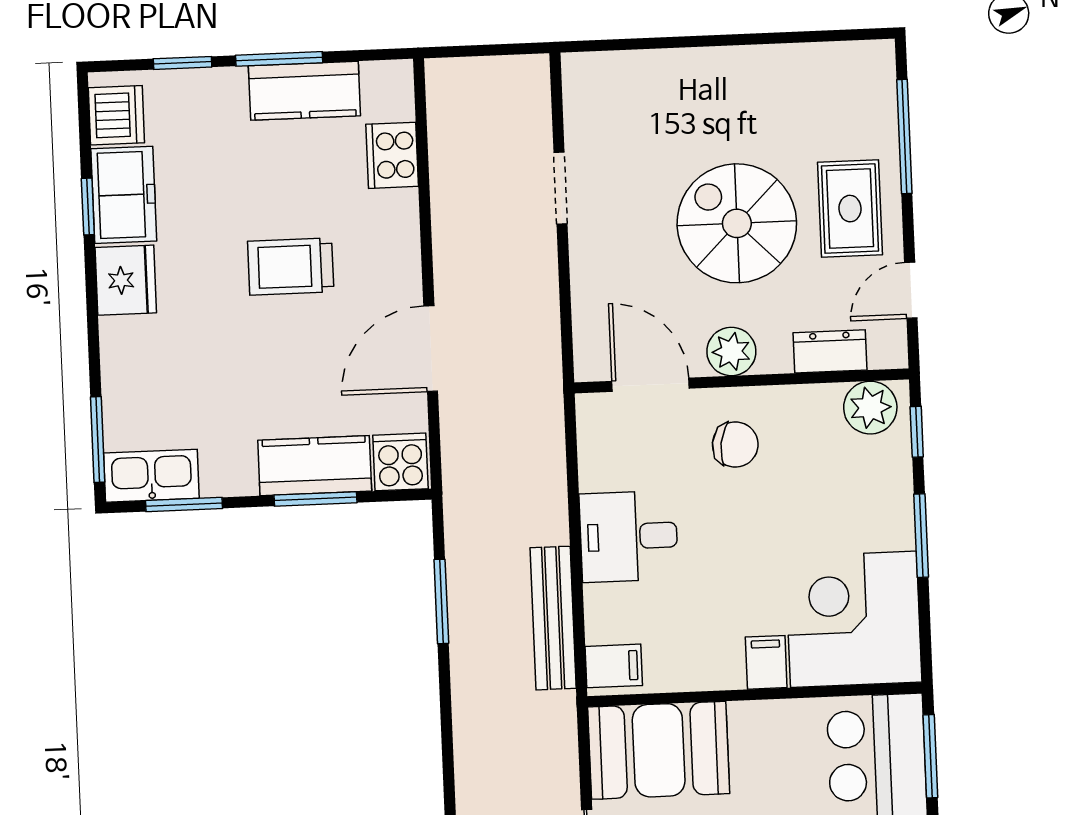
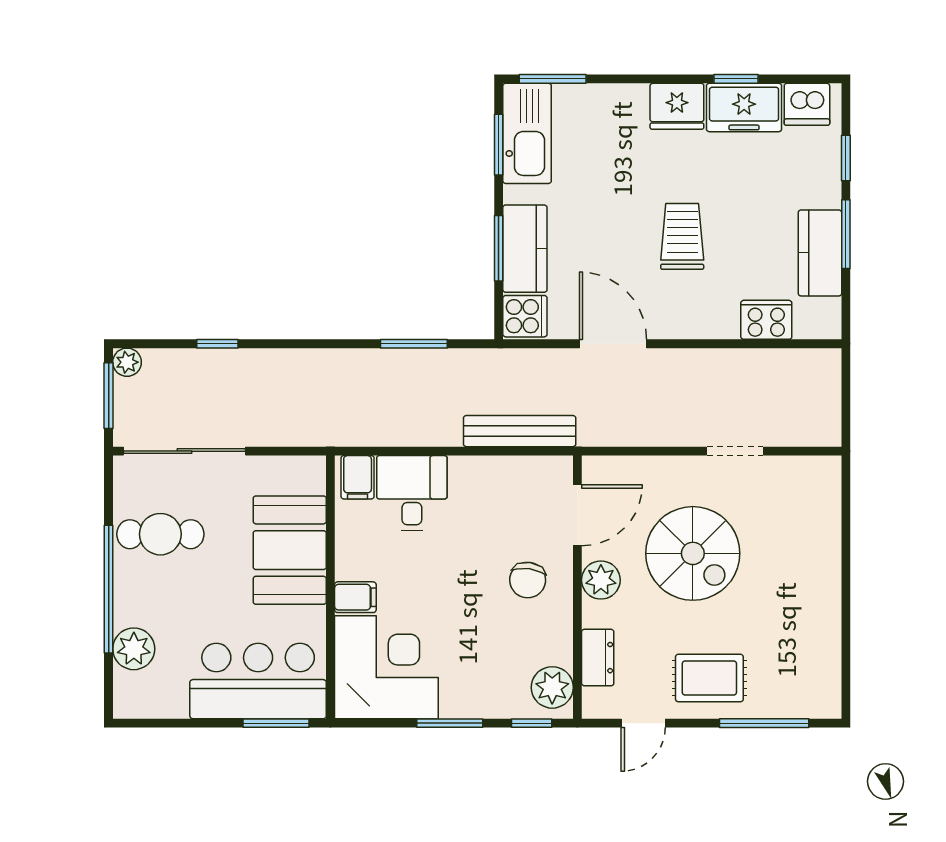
spiral stairs: (737, 223) -> (693, 553), moved, turned 90
door: (911, 290) -> (643, 723), swing flipped
kitchen sink: (151, 476) -> (527, 133), width x1.36, depth x1.24
desk: (629, 536) -> (412, 493), moved
bench: (553, 618) -> (520, 431), moved
booth: (659, 750) -> (290, 550), moved

